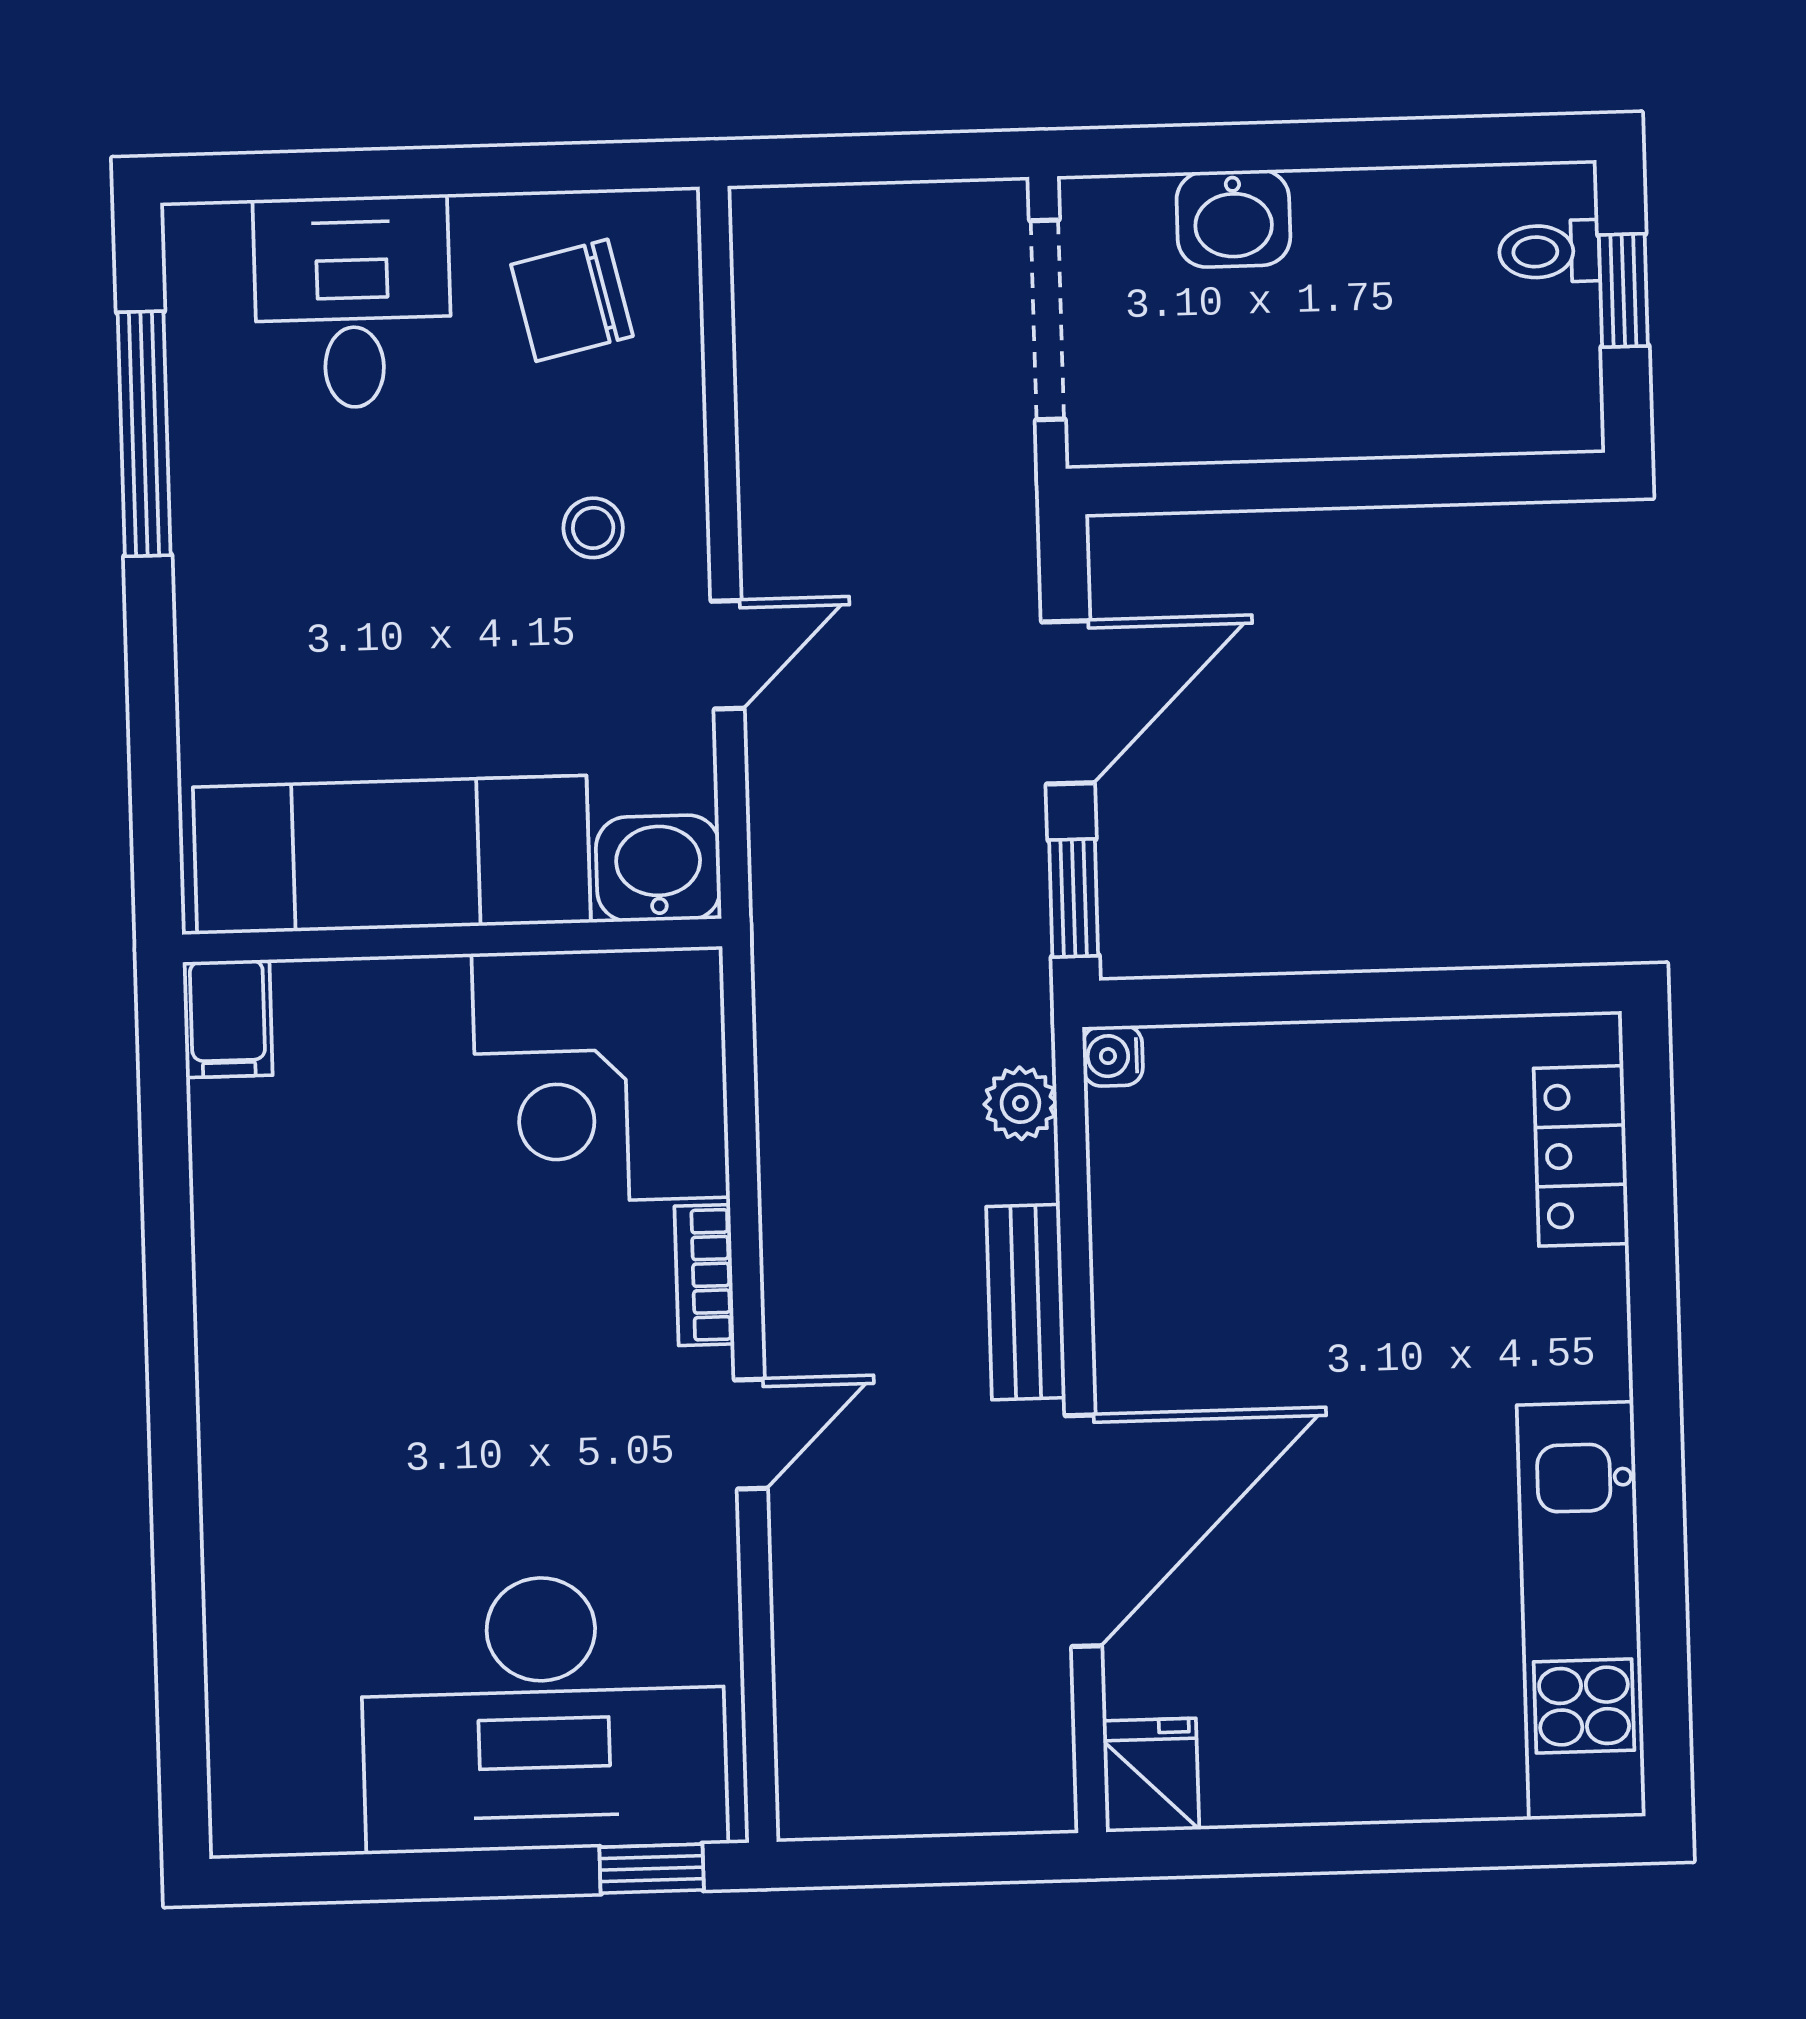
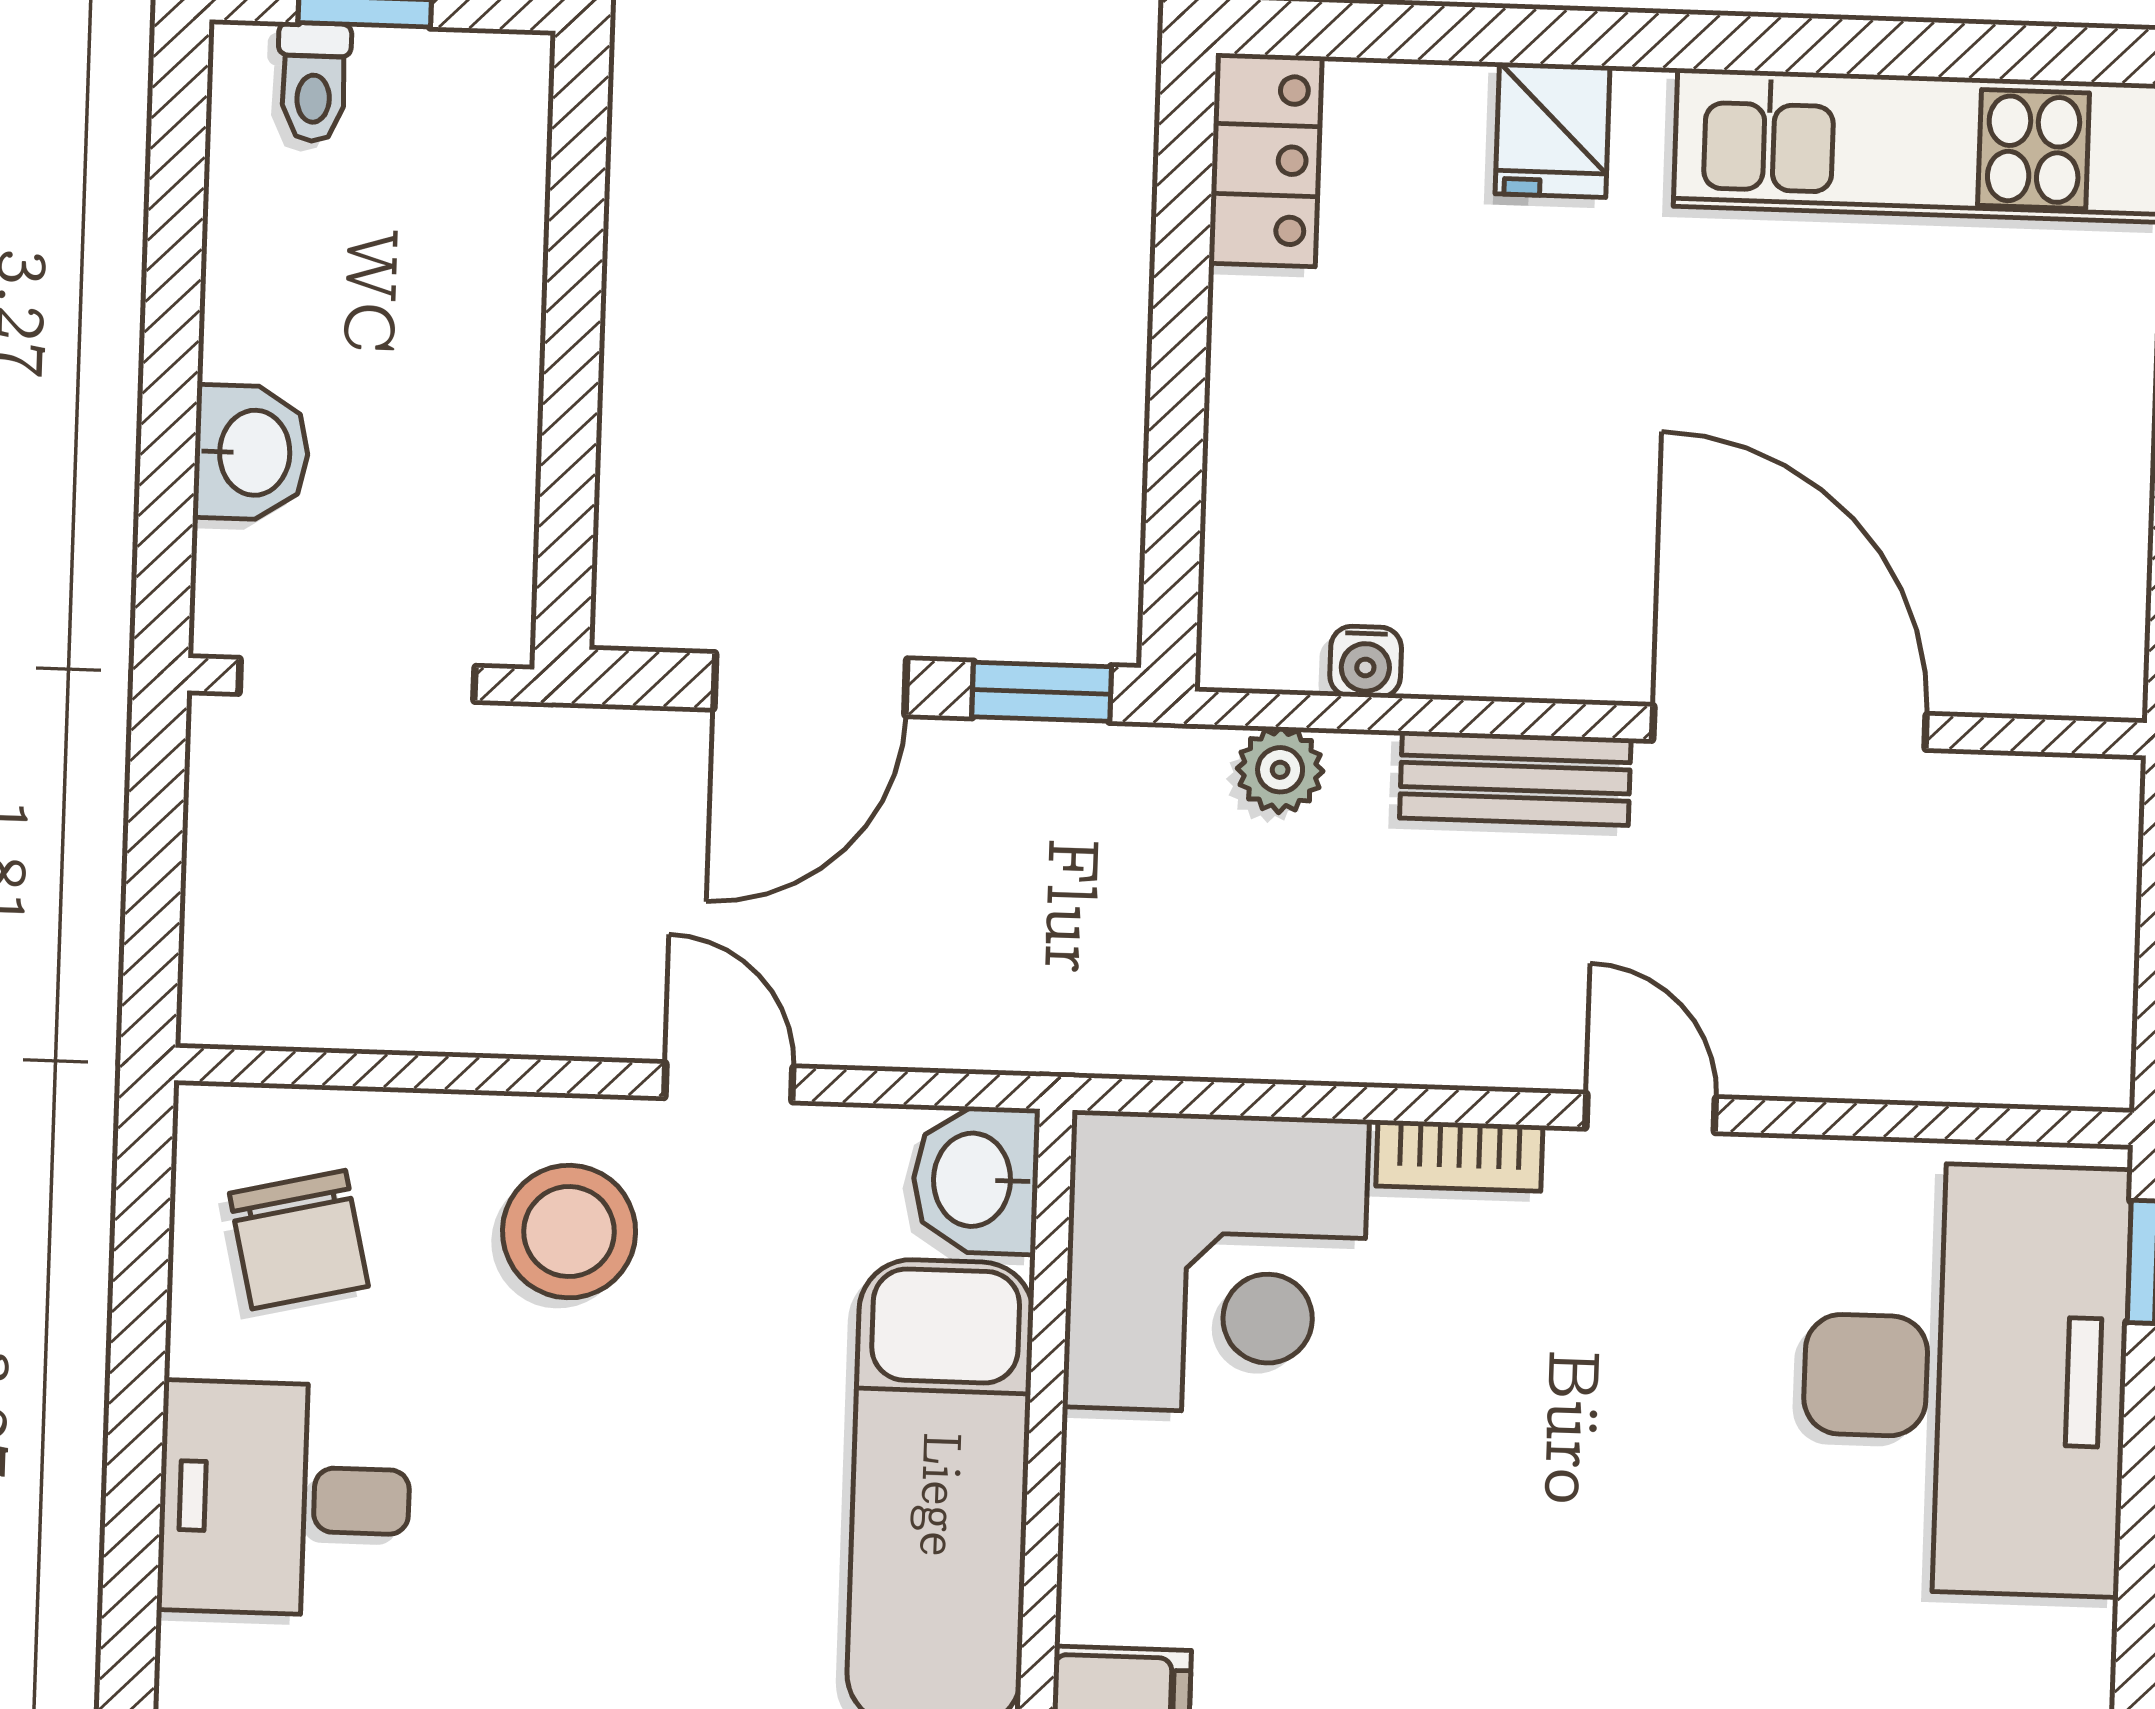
stool: (593, 528) -> (569, 1232), width x1.89, depth x1.89
door: (1068, 702) -> (810, 684), swing flipped
water cooler: (1113, 1056) -> (1366, 662), moved
locker: (1581, 1156) -> (1266, 160), moved, turned -90
fridge: (1151, 1775) -> (1553, 130), moved, turned -90

